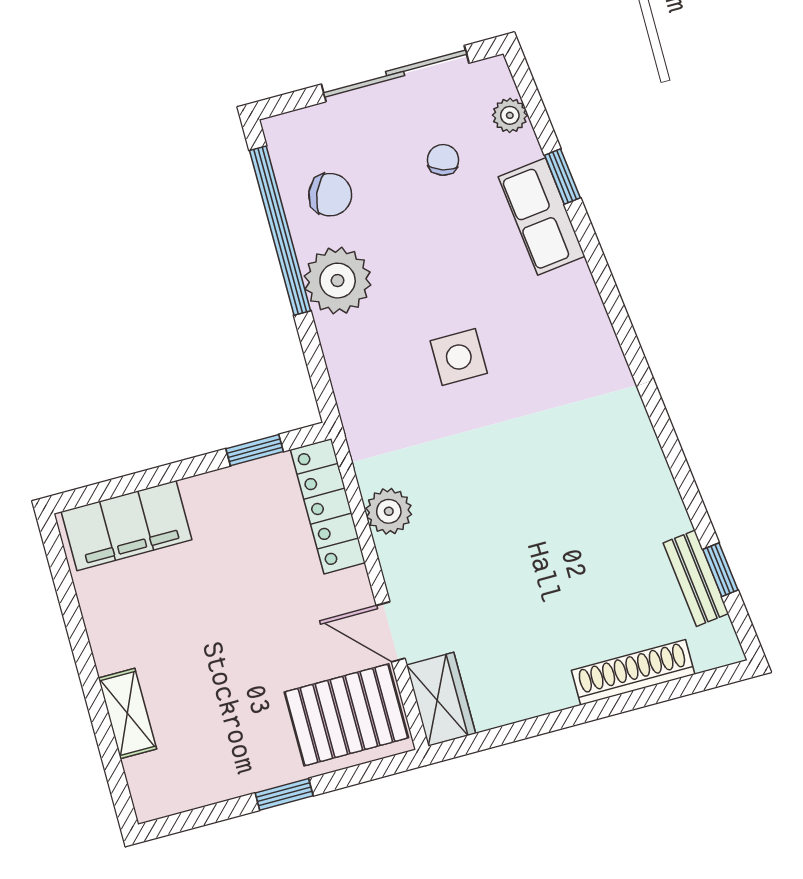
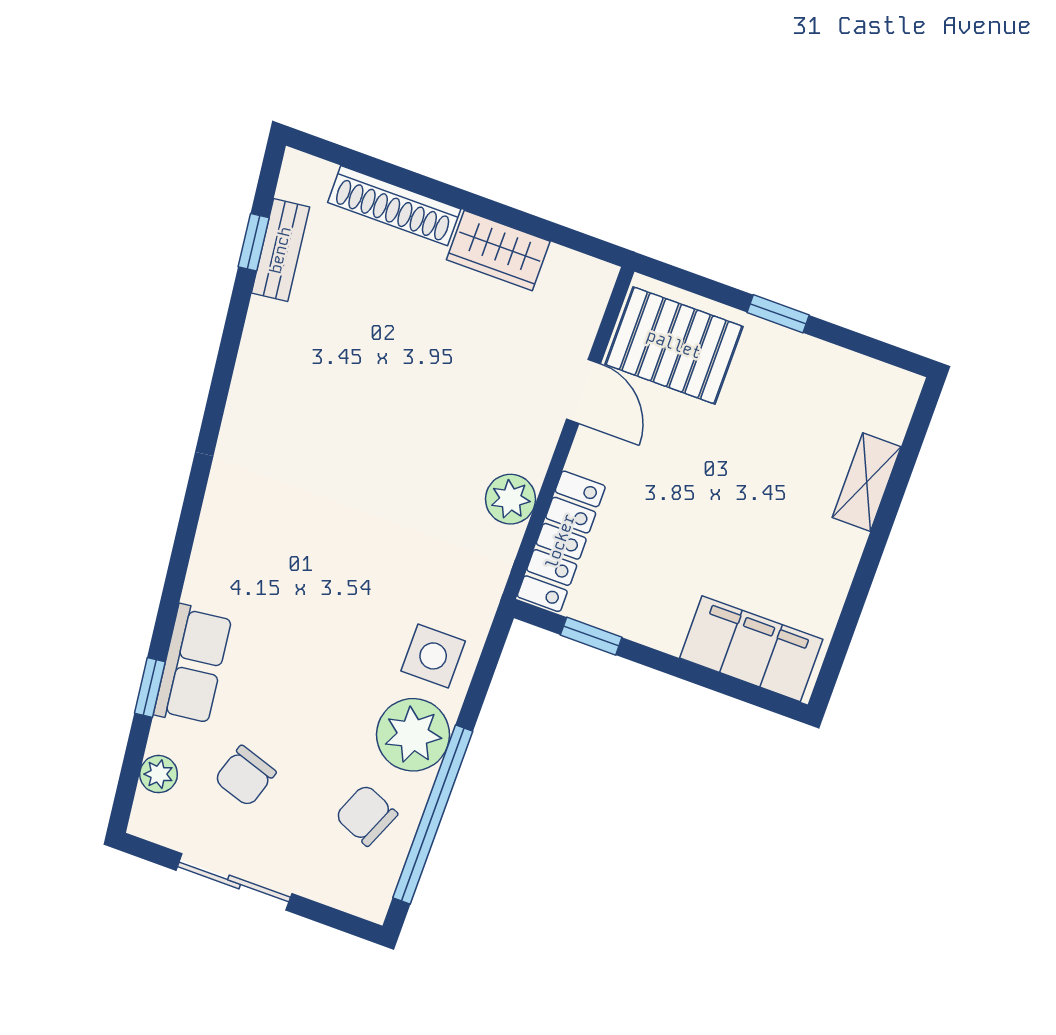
sliding door: (395, 74) -> (234, 882), width x0.73
chair: (443, 160) -> (245, 776), width x1.37, depth x1.37
side table: (459, 357) -> (433, 656), moved
wardrobe: (441, 699) -> (498, 251), moved, turned -90

